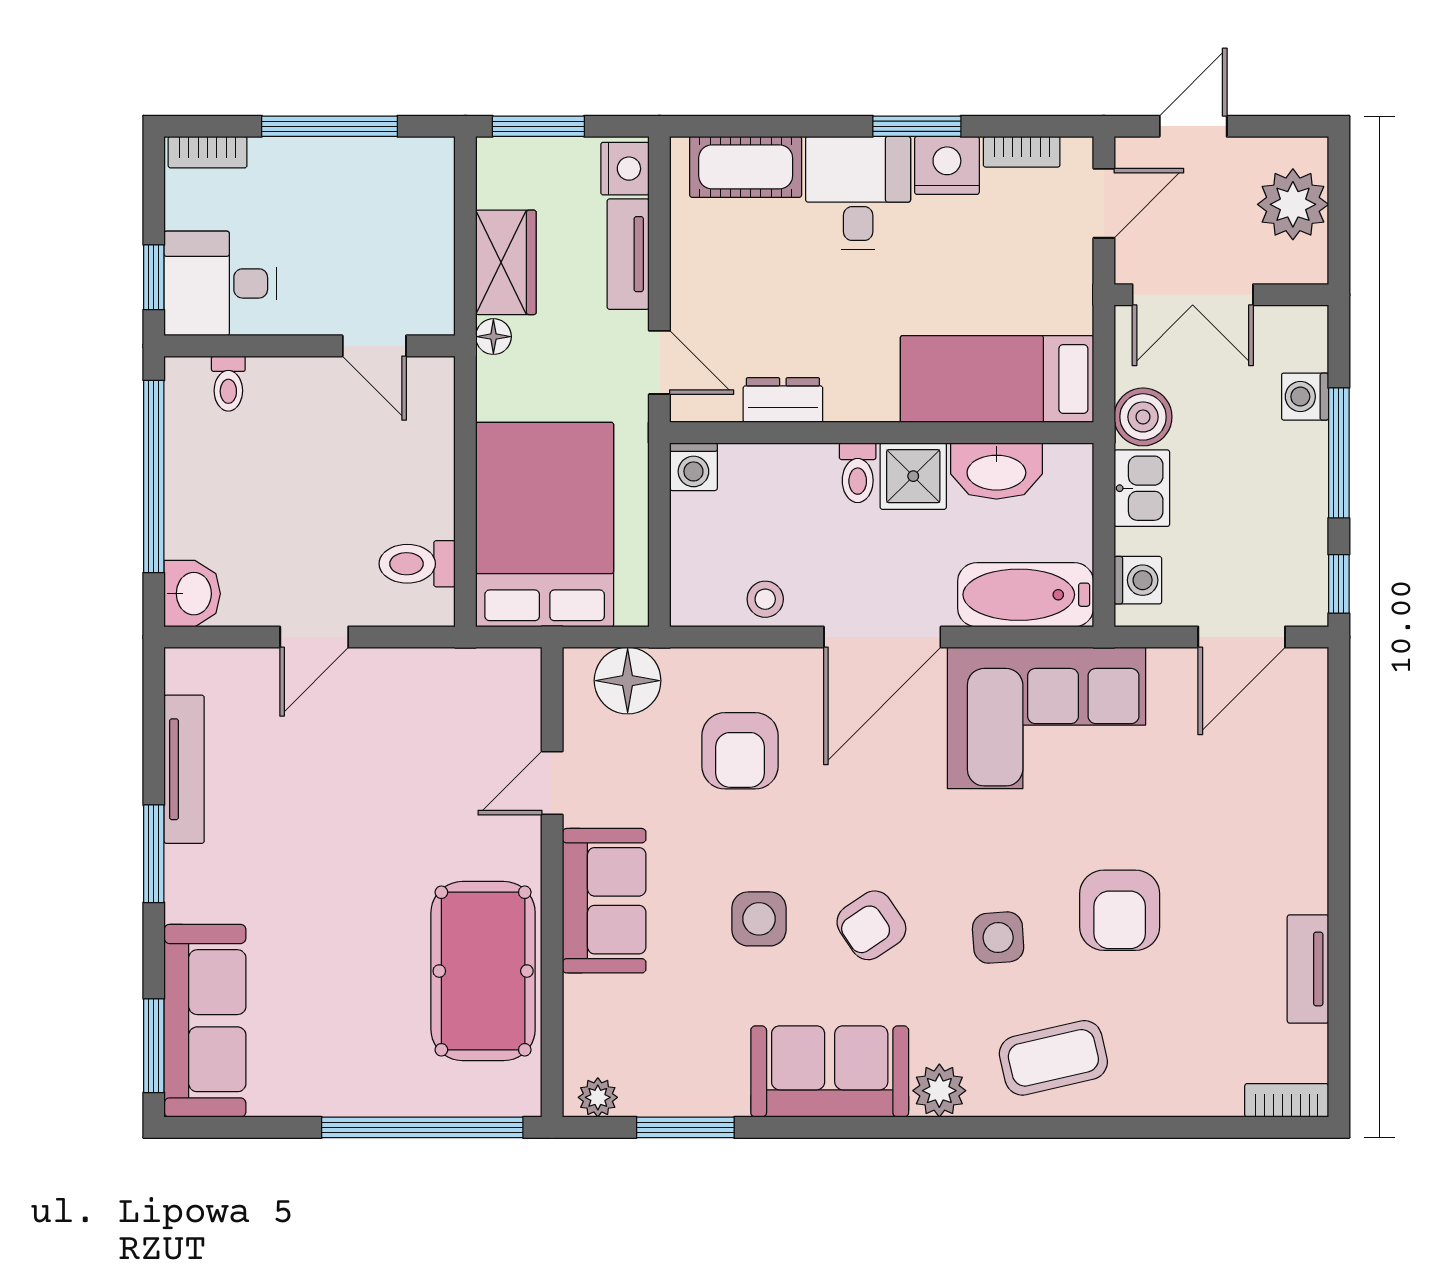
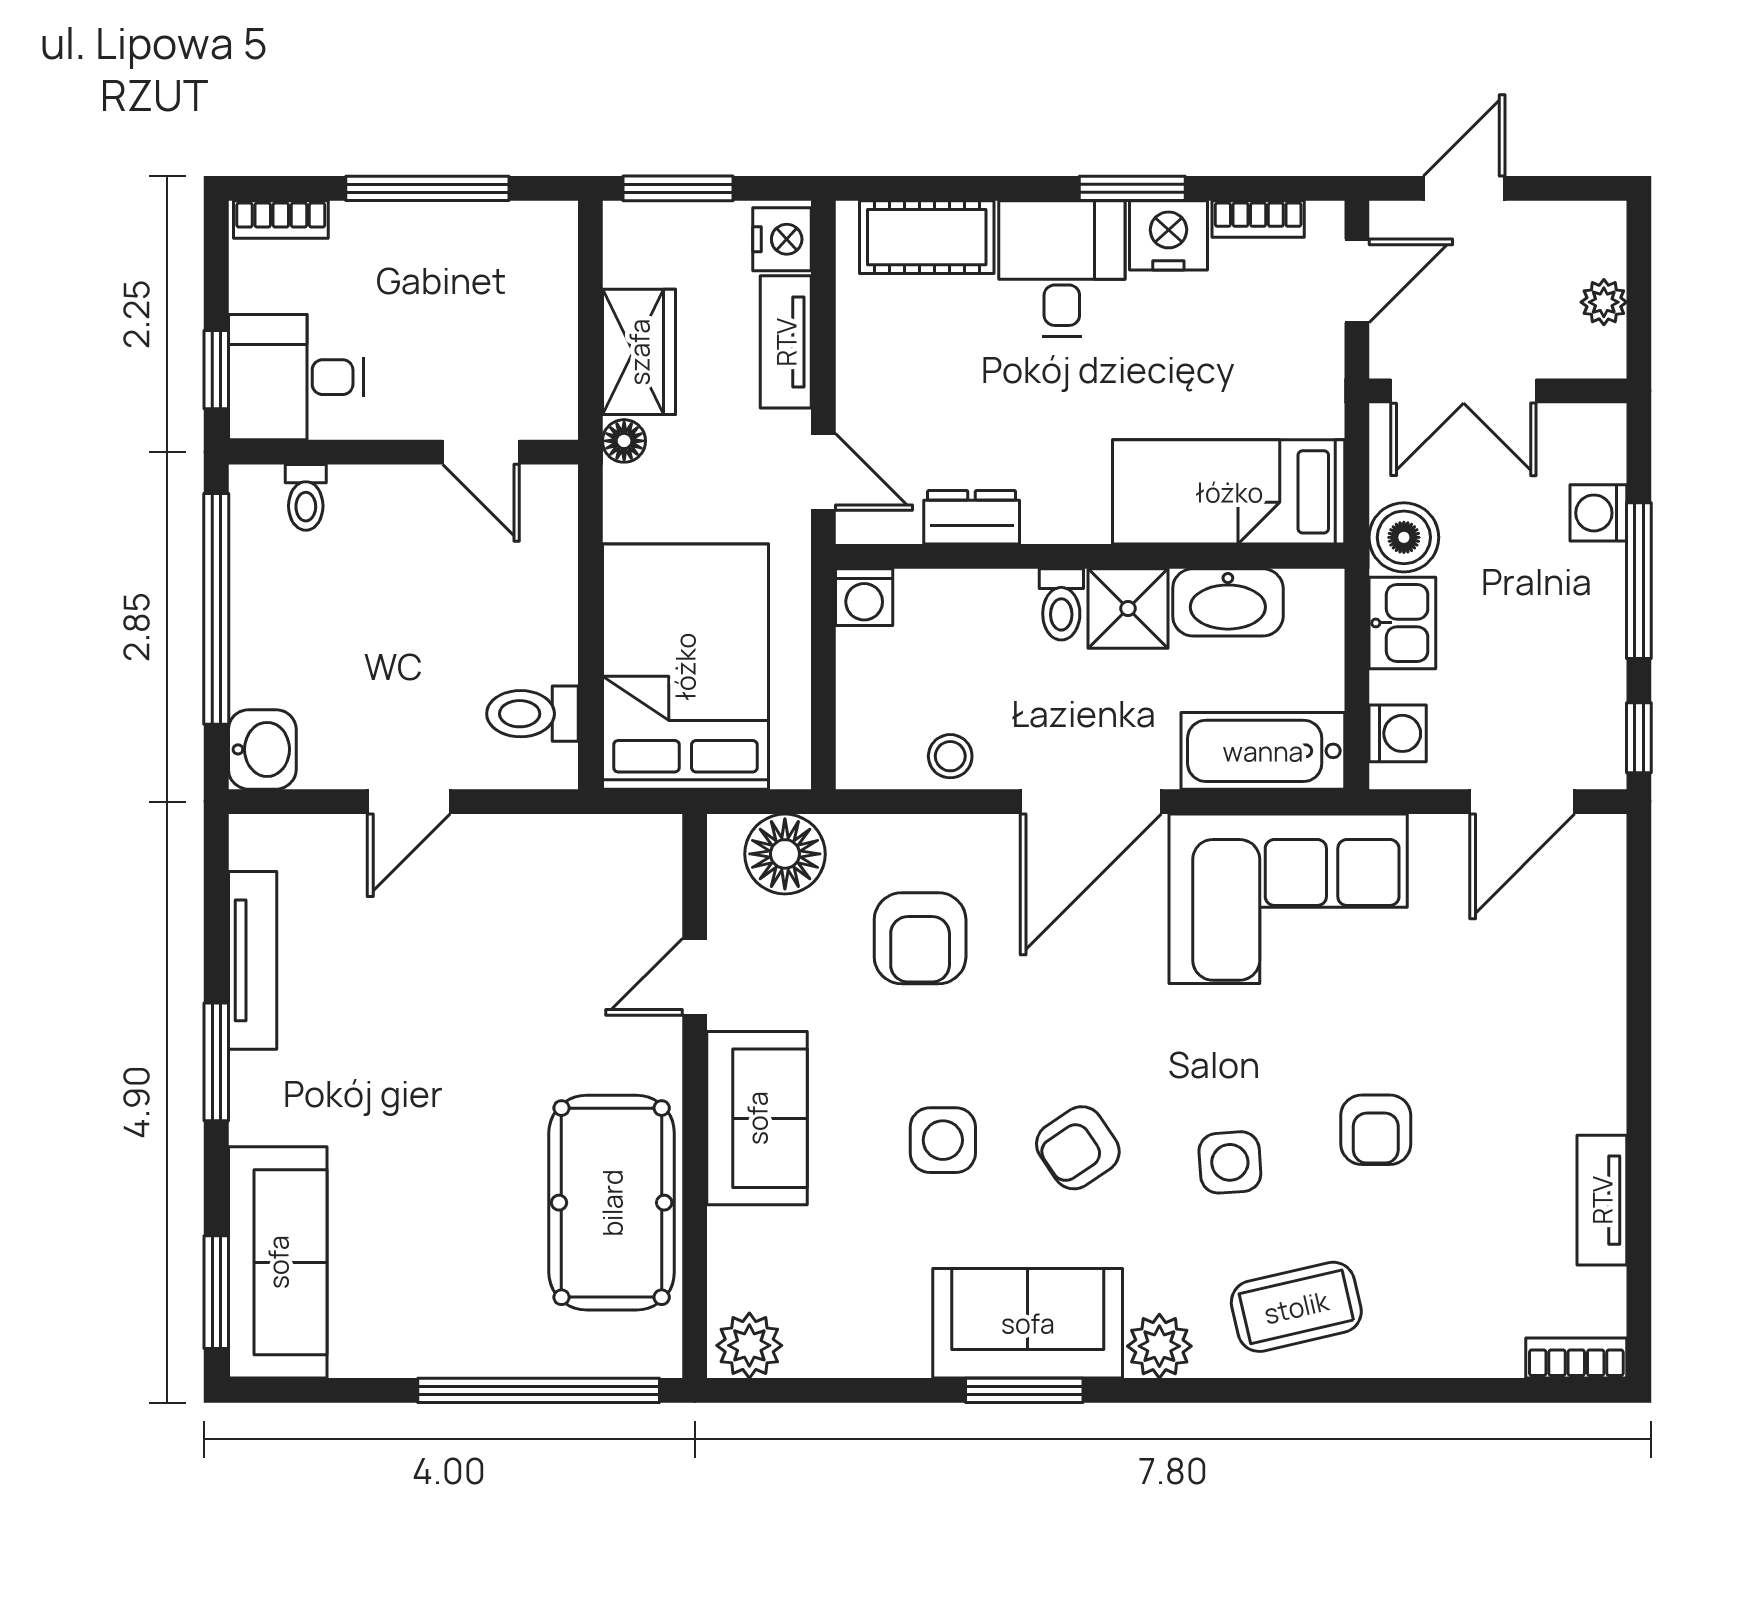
plant: (1293, 204) -> (1604, 302), width x0.53, depth x0.53
armchair: (1120, 910) -> (1376, 1130), width x0.72, depth x0.72
plant: (598, 1097) -> (749, 1345), width x1.38, depth x1.38
window: (685, 1127) -> (1024, 1390), moved

